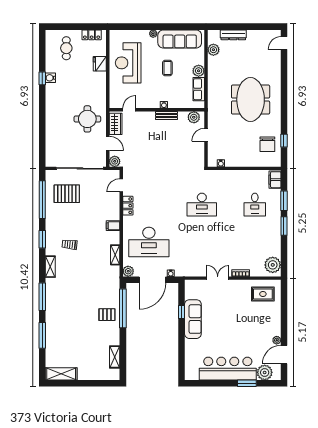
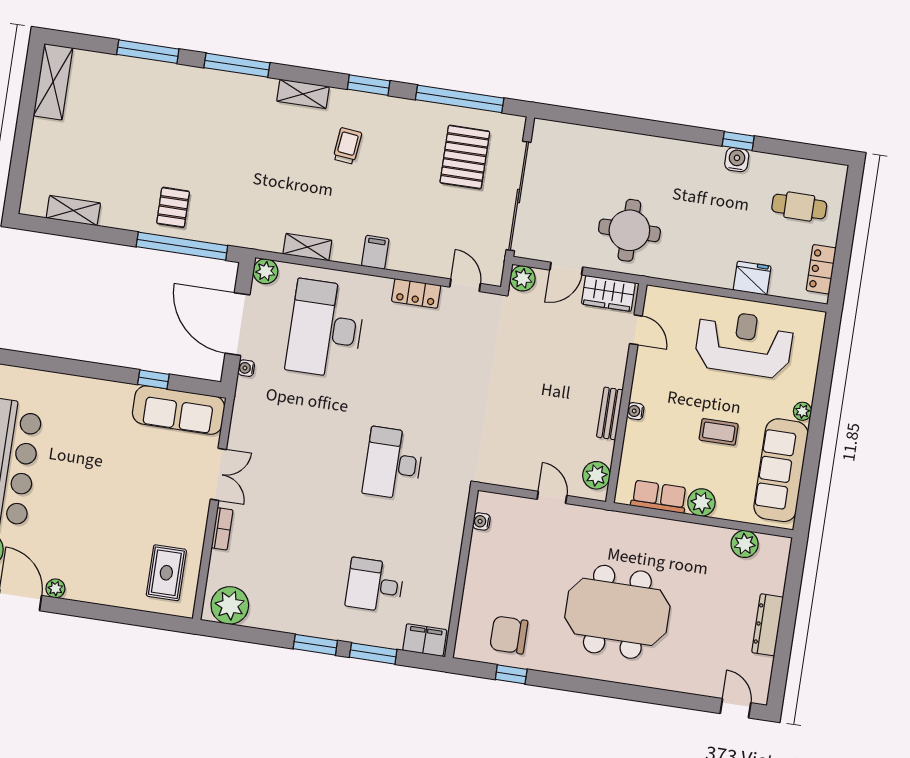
dresser: (233, 35) -> (768, 625), moved
sofa: (193, 319) -> (179, 410), moved

